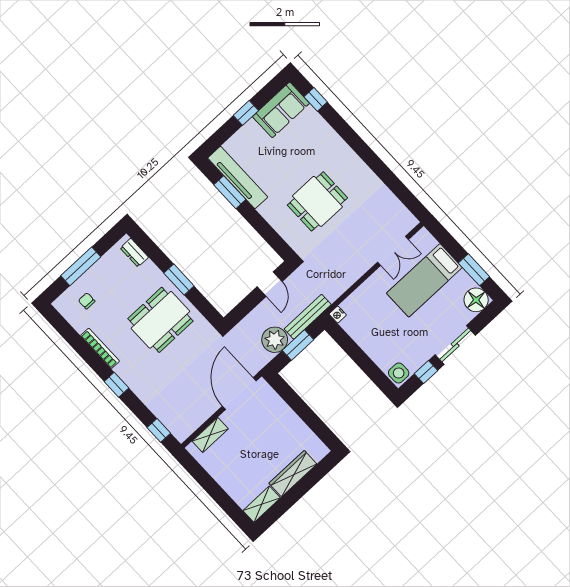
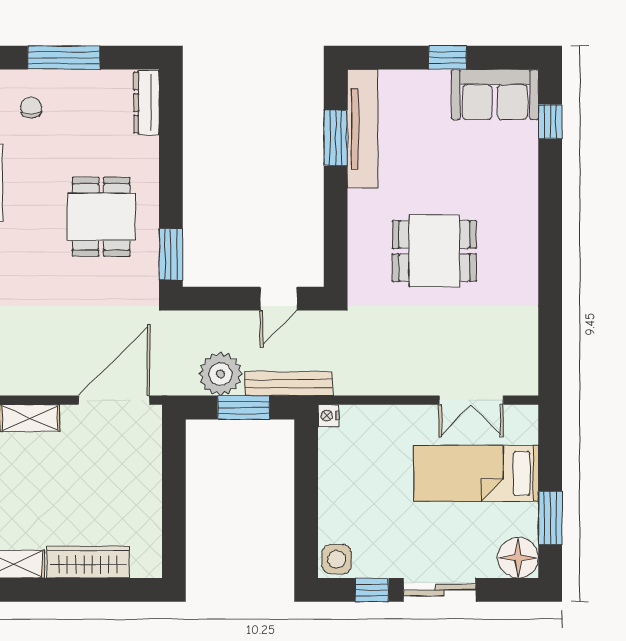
dresser: (134, 253) -> (147, 103), width x1.44
window: (179, 280) -> (171, 254), moved
dining table: (160, 320) -> (101, 217), width x0.73

